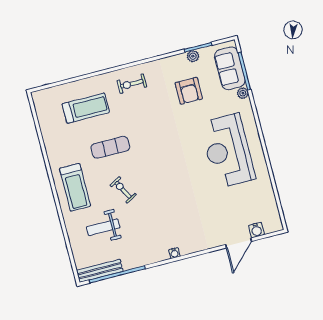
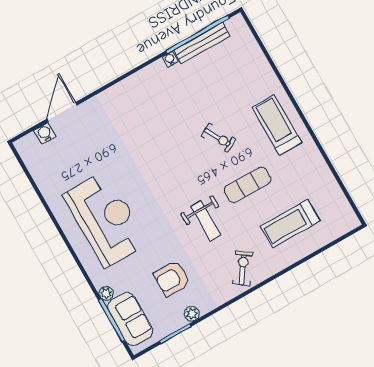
plant: (193, 56) -> (192, 314), moved
exercise bike: (132, 84) -> (243, 268), turned -55
armchair: (189, 91) -> (172, 278), turned -90
weight bench: (103, 227) -> (206, 221), moved, turned 90
water cooler: (174, 253) -> (170, 59), moved
bench: (100, 271) -> (202, 43), moved

